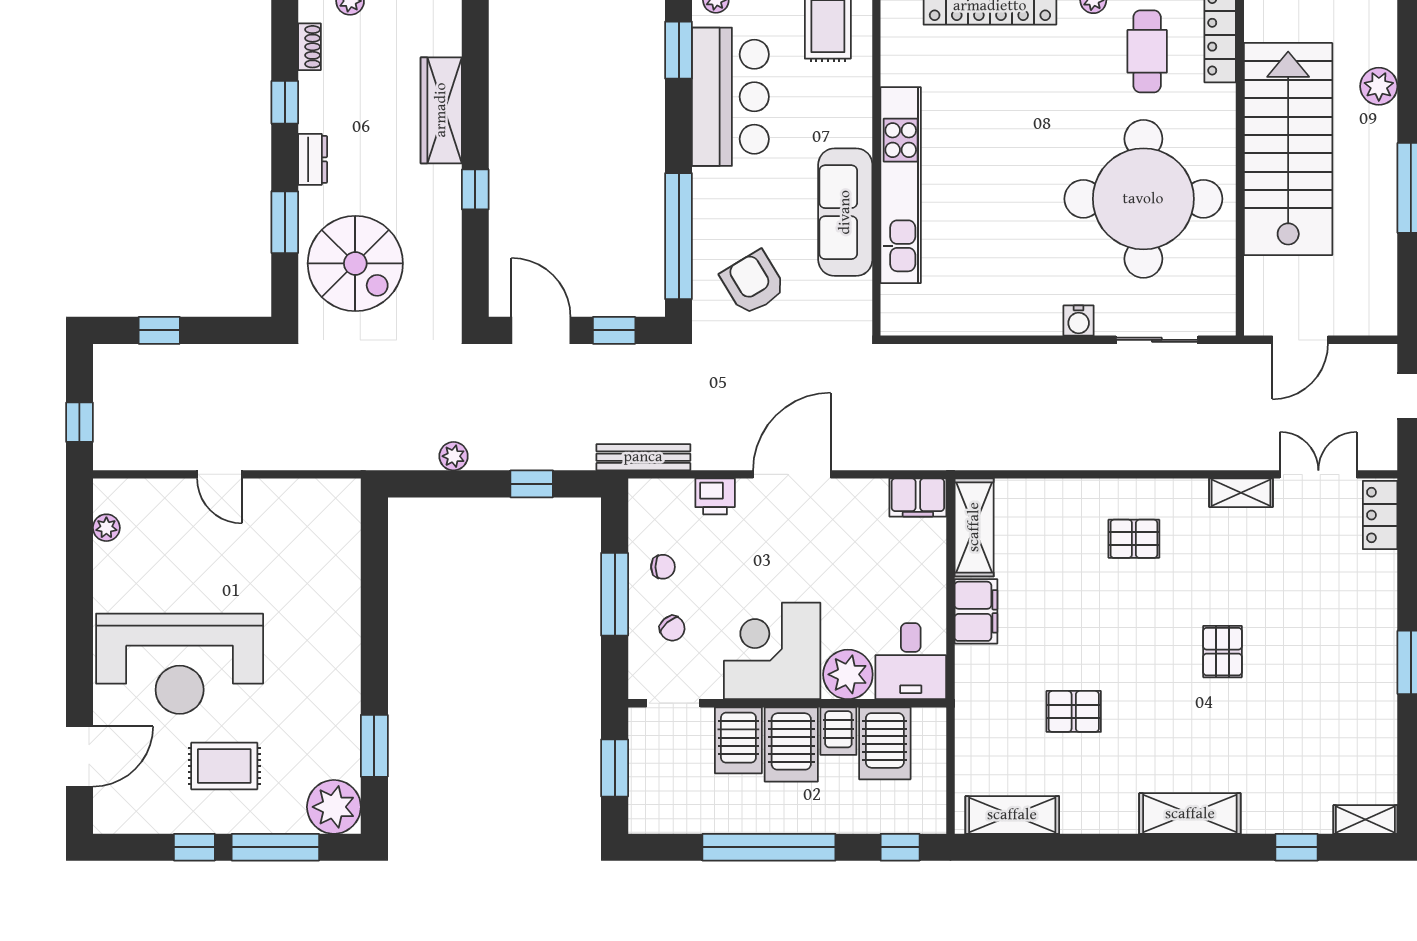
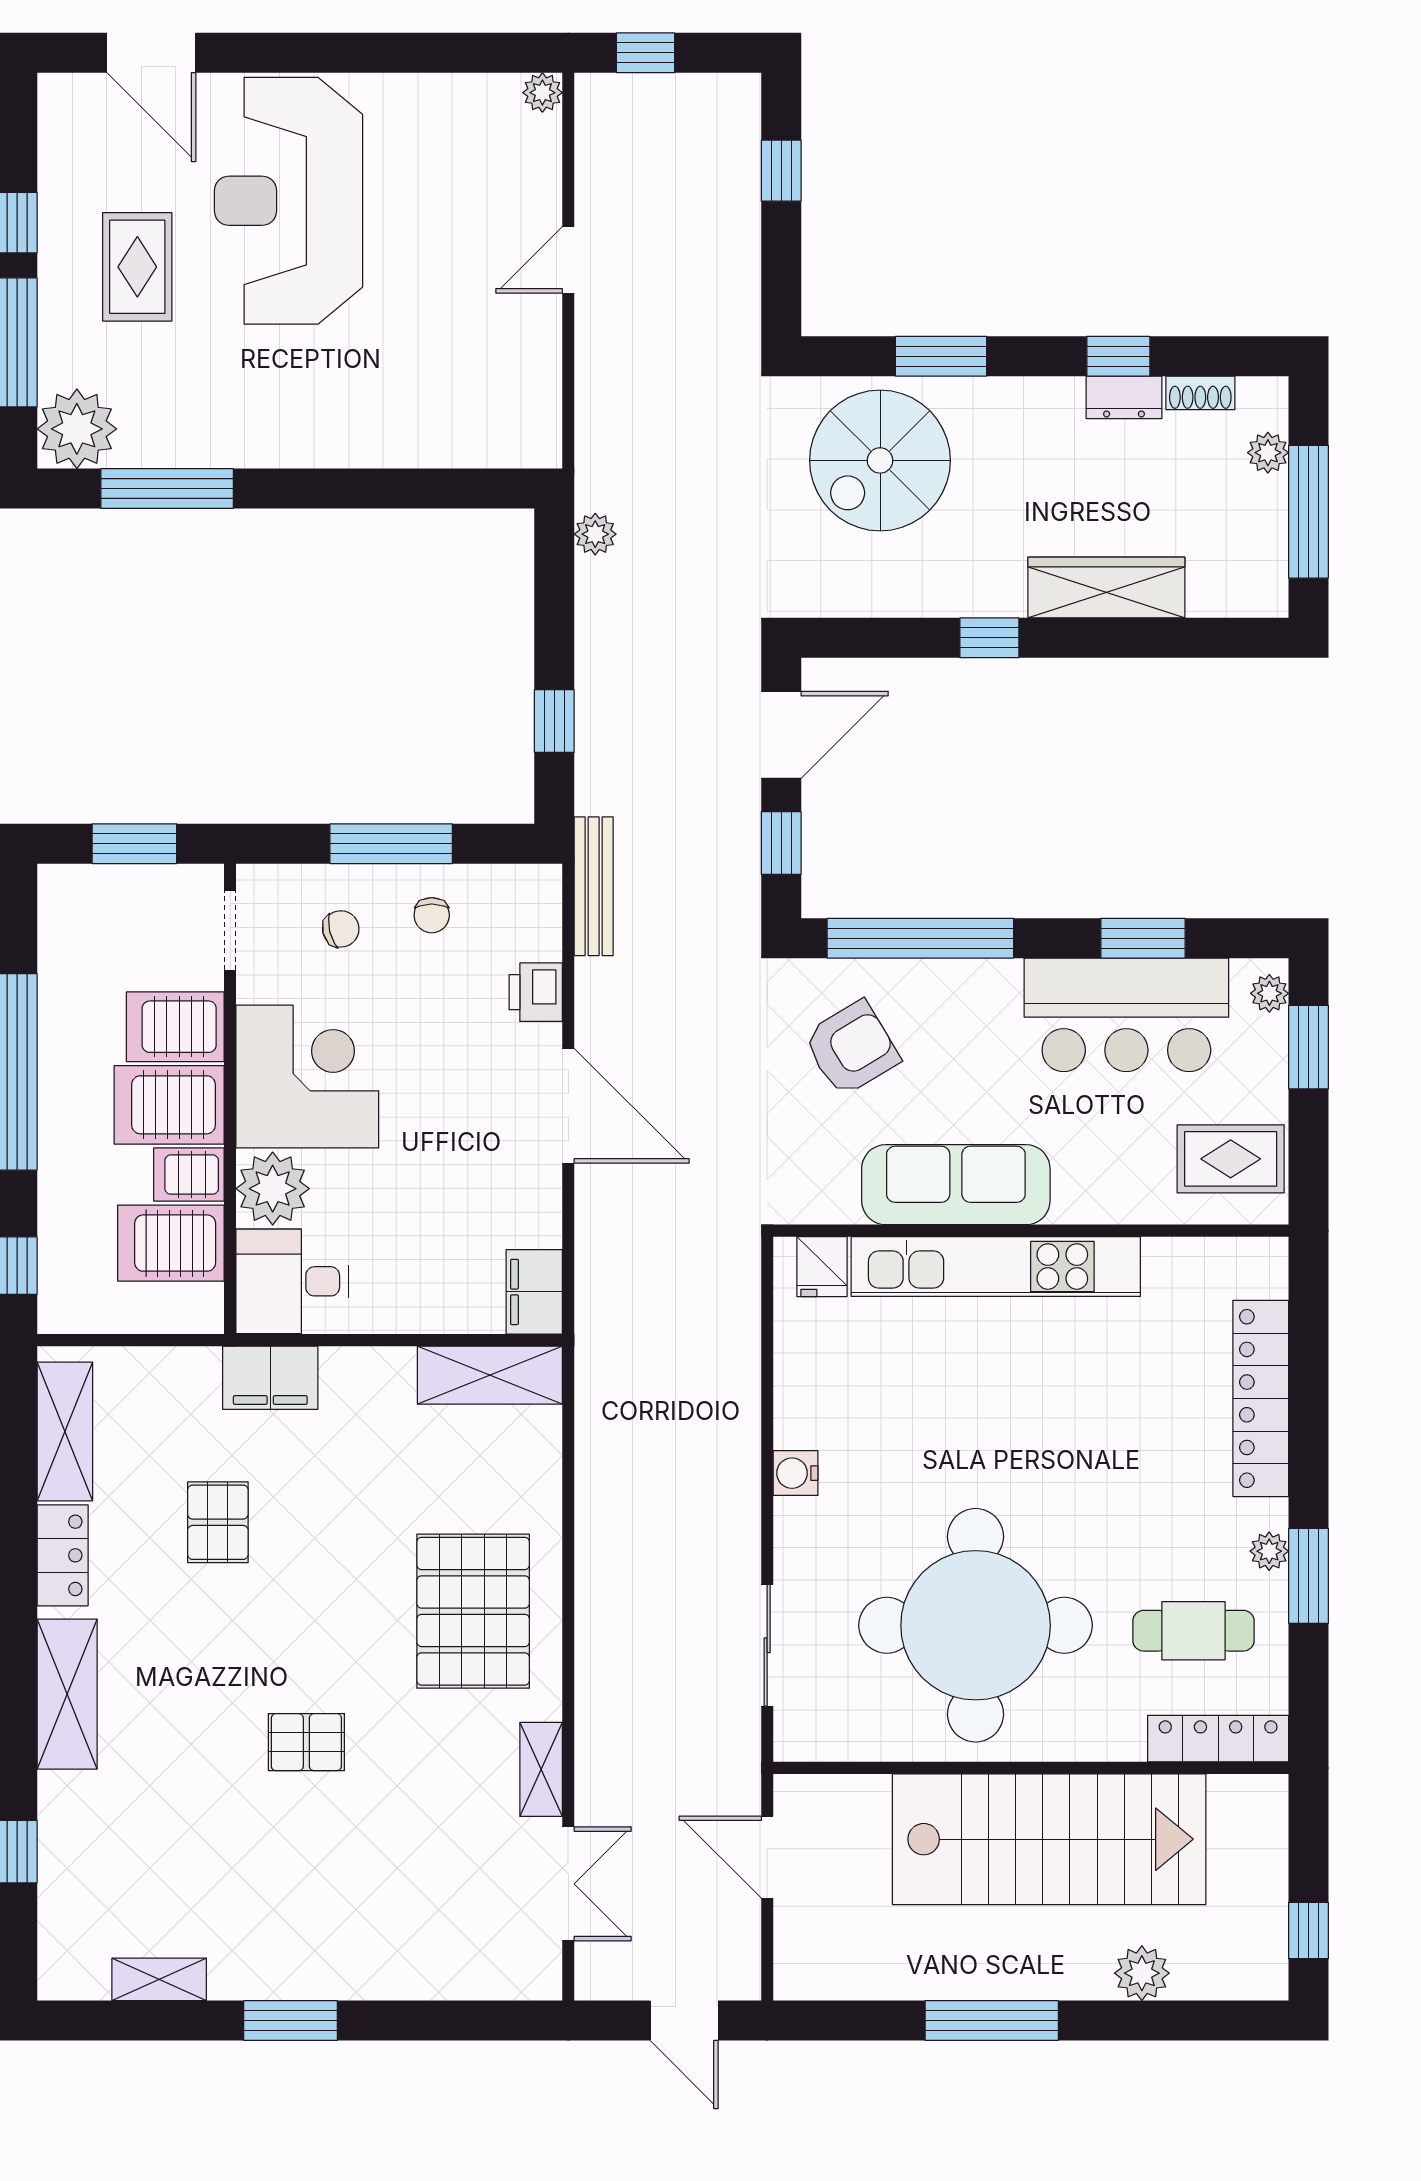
window: (679, 50) -> (1143, 938), moved
dresser: (313, 159) -> (1124, 397), moved
fridge: (901, 303) -> (822, 1267), added
water cooler: (1079, 321) -> (796, 1473), moved
plant: (454, 456) -> (595, 534), moved
locker: (1380, 515) -> (63, 1555), moved, turned 90
plant: (106, 528) -> (542, 93), moved
pallet: (1134, 539) -> (473, 1611), width x2.05, depth x2.00
filing cabinet: (976, 611) -> (270, 1378), moved
chair: (672, 628) -> (341, 929), turned -153
window: (374, 746) -> (167, 489), width x1.44
shelving: (1365, 819) -> (159, 1979), moved, turned 90

